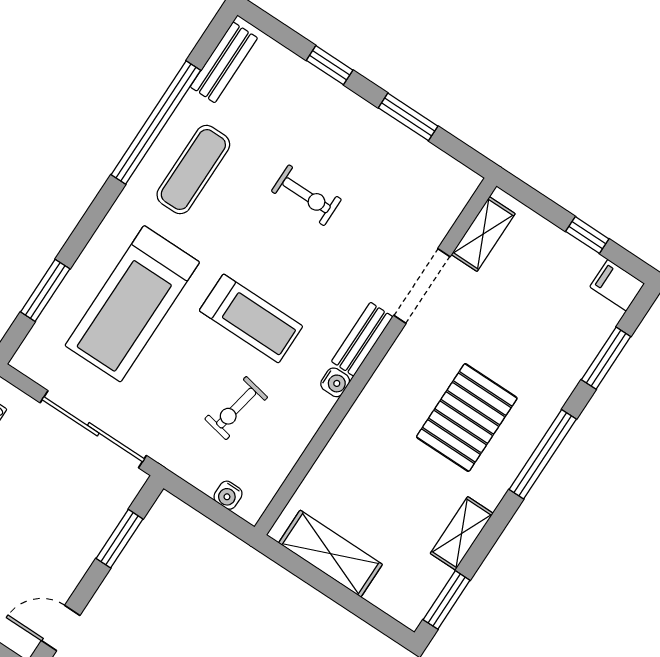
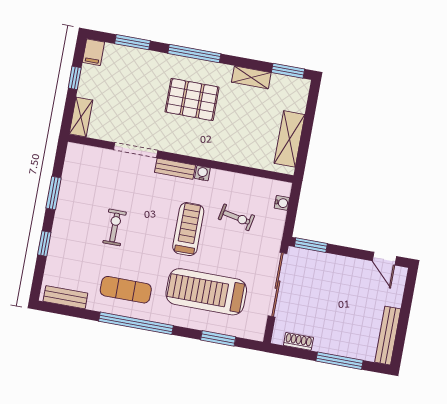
window: (156, 123) -> (136, 323), moved
shelving: (483, 234) -> (81, 117), moved, turned 90
treadmill: (132, 304) -> (206, 292), turned 180
window: (120, 539) -> (311, 245), moved

